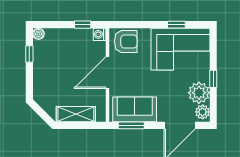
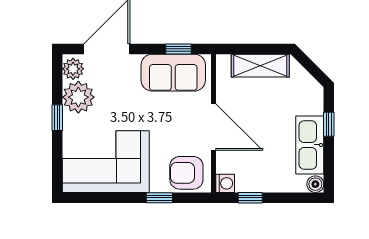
window: (176, 25) -> (159, 198), moved
window: (29, 54) -> (329, 124), moved
kitchen sink: (42, 60) -> (310, 145), added
door: (107, 72) -> (214, 127), hinge flipped
window: (131, 125) -> (178, 49), width x0.67

